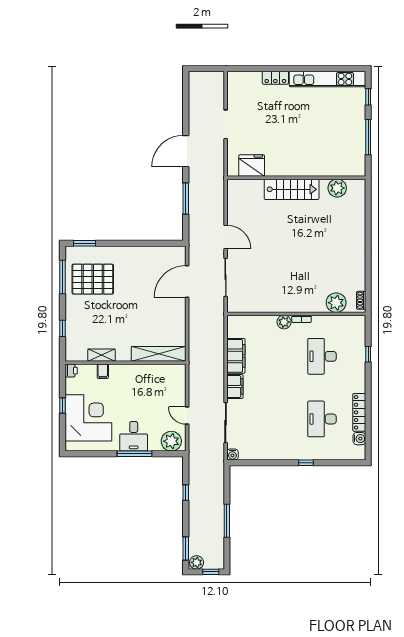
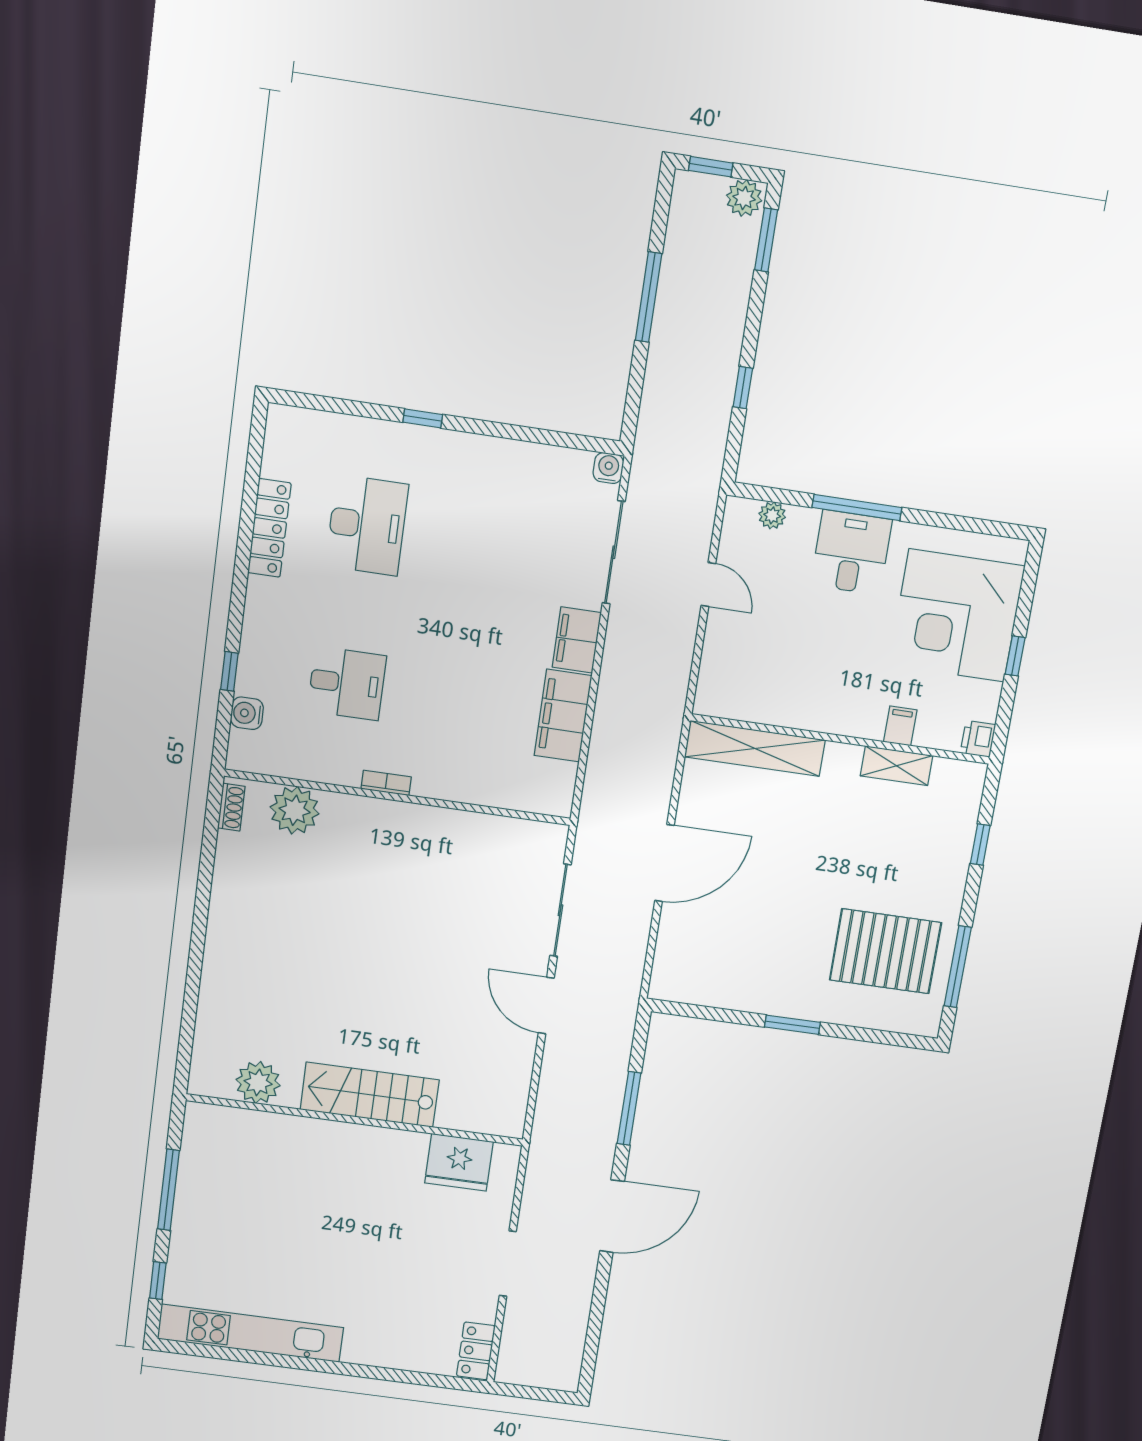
locker: (275, 78) -> (476, 1351), moved, turned -90
window: (85, 243) -> (792, 1025), moved
door: (187, 282) -> (665, 863), moved
plant: (284, 322) -> (431, 782), removed
desk: (322, 356) -> (347, 683), width x0.73
water cooler: (359, 439) -> (247, 713), moved
plant: (171, 441) -> (772, 515), width x0.53, depth x0.53

